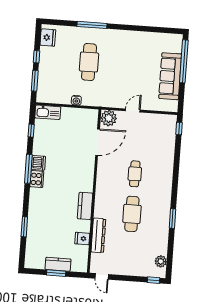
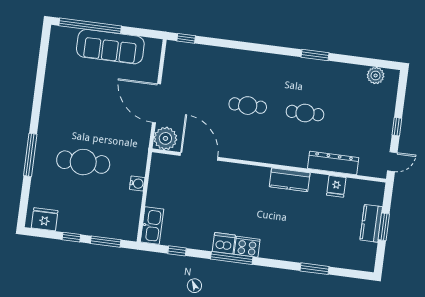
door: (133, 110) -> (156, 103), width x1.88
cafe table: (132, 214) -> (305, 113), width x0.73, depth x0.74
window: (154, 280) -> (397, 127), moved

